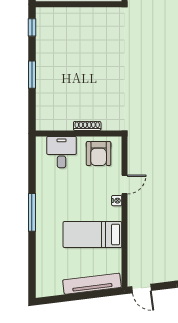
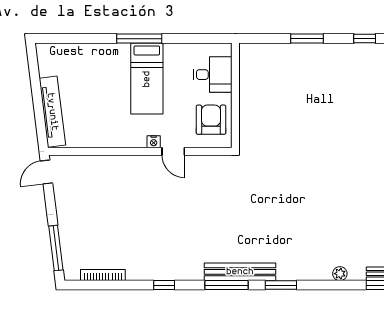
shoe rack: (87, 126) -> (245, 106), removed
armchair: (99, 153) -> (211, 120), turned 90
bed: (92, 235) -> (147, 79), moved, turned 180

